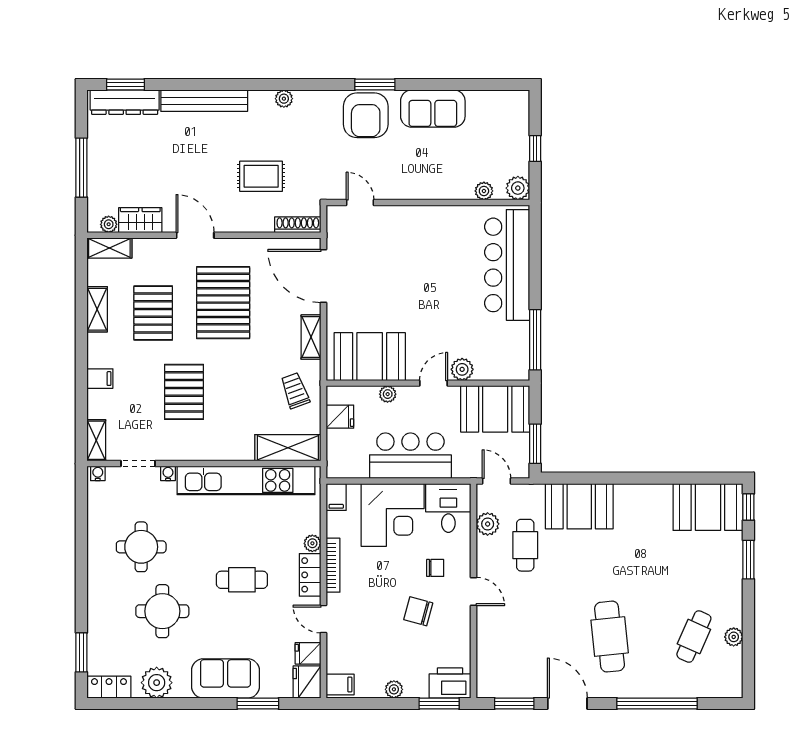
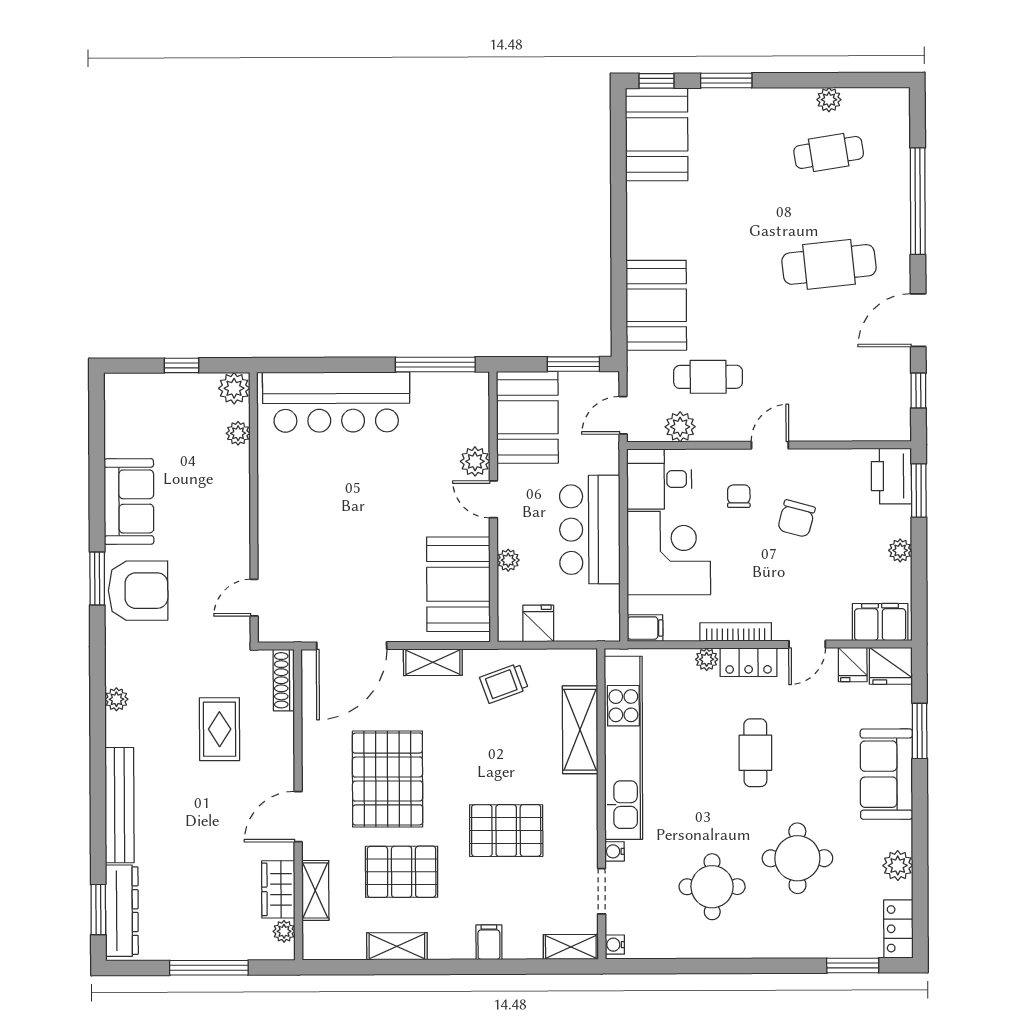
shelving: (109, 248) -> (315, 890), moved
pallet: (223, 303) -> (388, 779), turned 90
shelving: (288, 448) -> (580, 730), moved
cafe table: (694, 637) -> (829, 152), turned -33
plant: (157, 683) -> (898, 866), width x0.73, depth x0.73
filing cabinet: (340, 685) -> (880, 622), width x2.00
window: (514, 704) -> (918, 391), width x0.67

